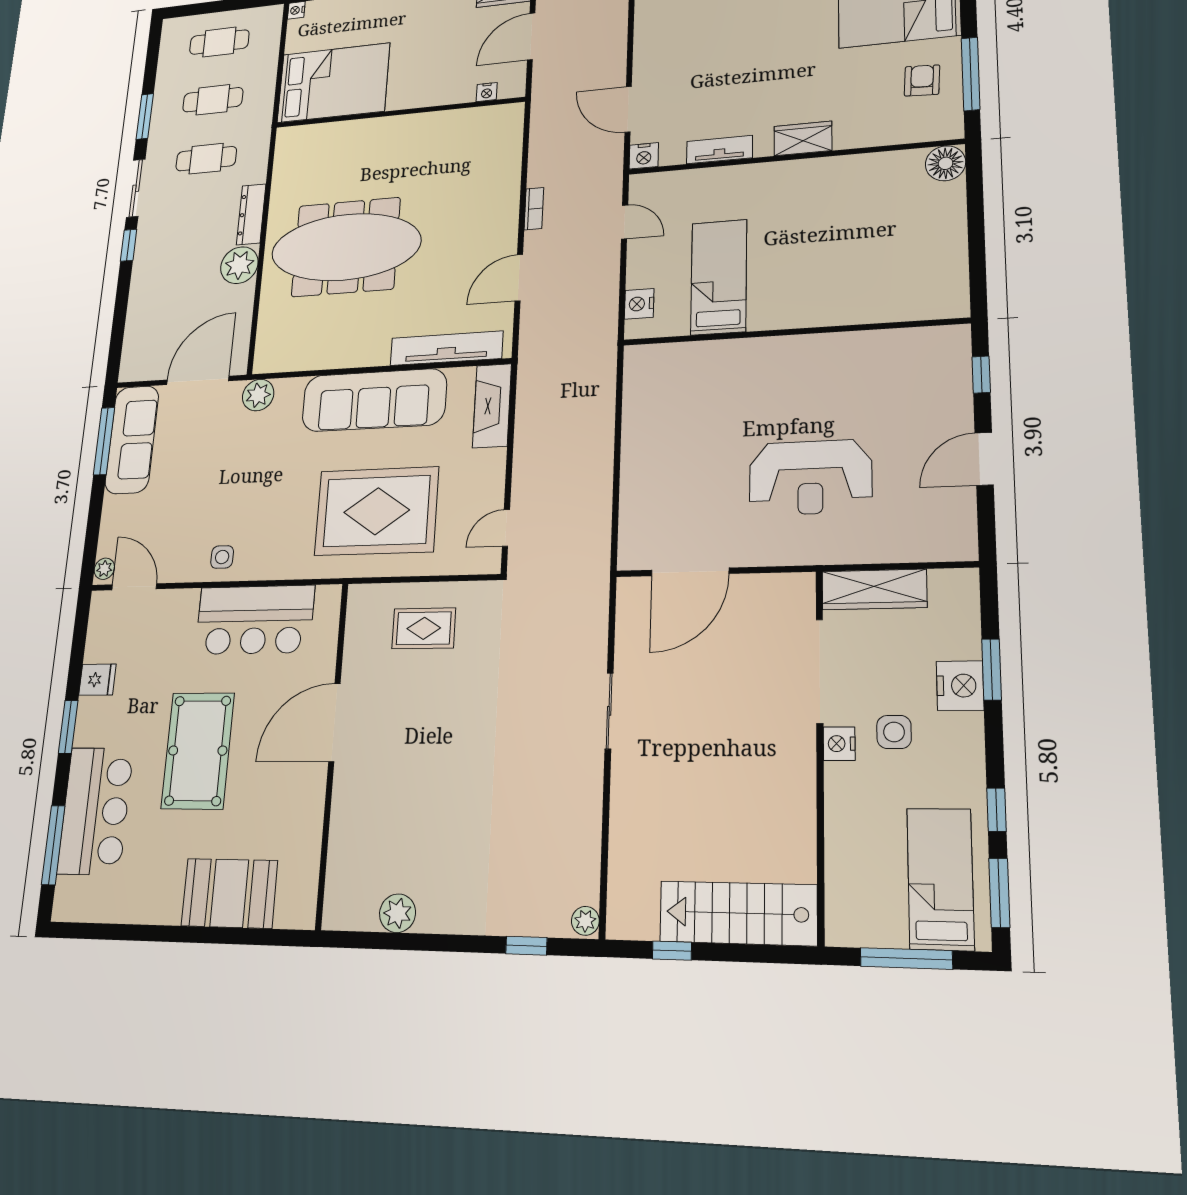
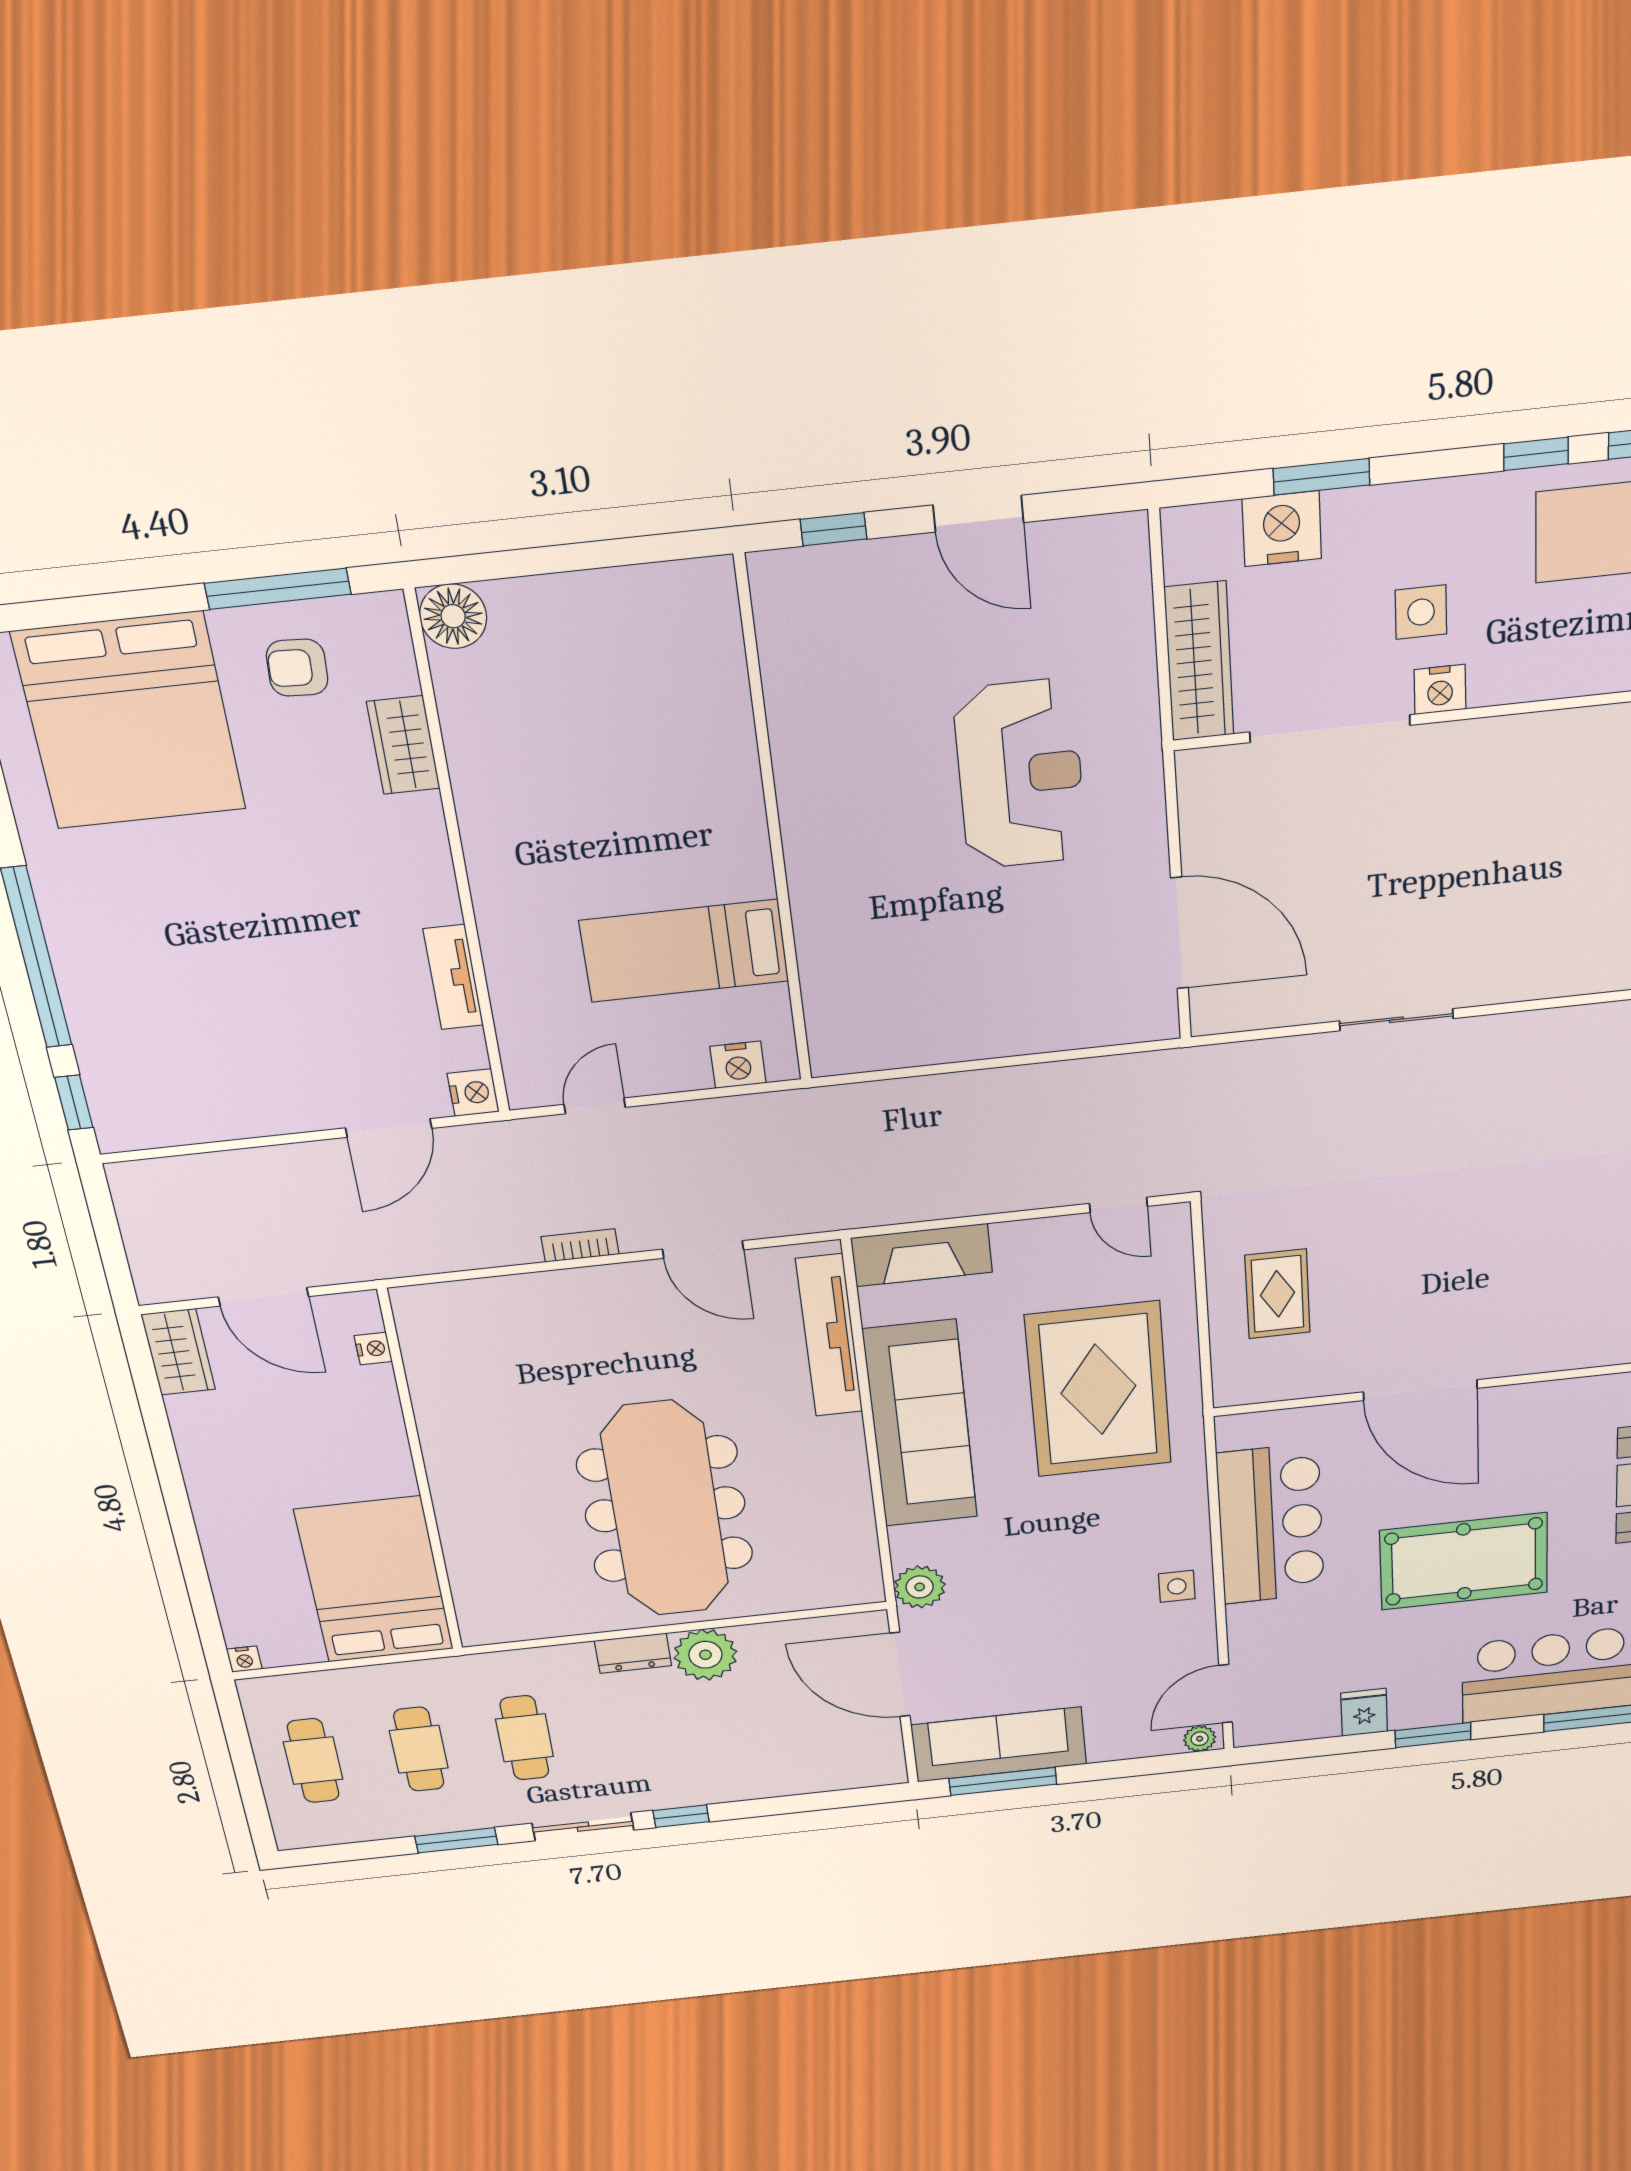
wardrobe: (803, 138) -> (403, 745), moved
dresser: (251, 214) -> (633, 1653), width x0.70
nightstand: (960, 686) -> (1282, 529), moved

